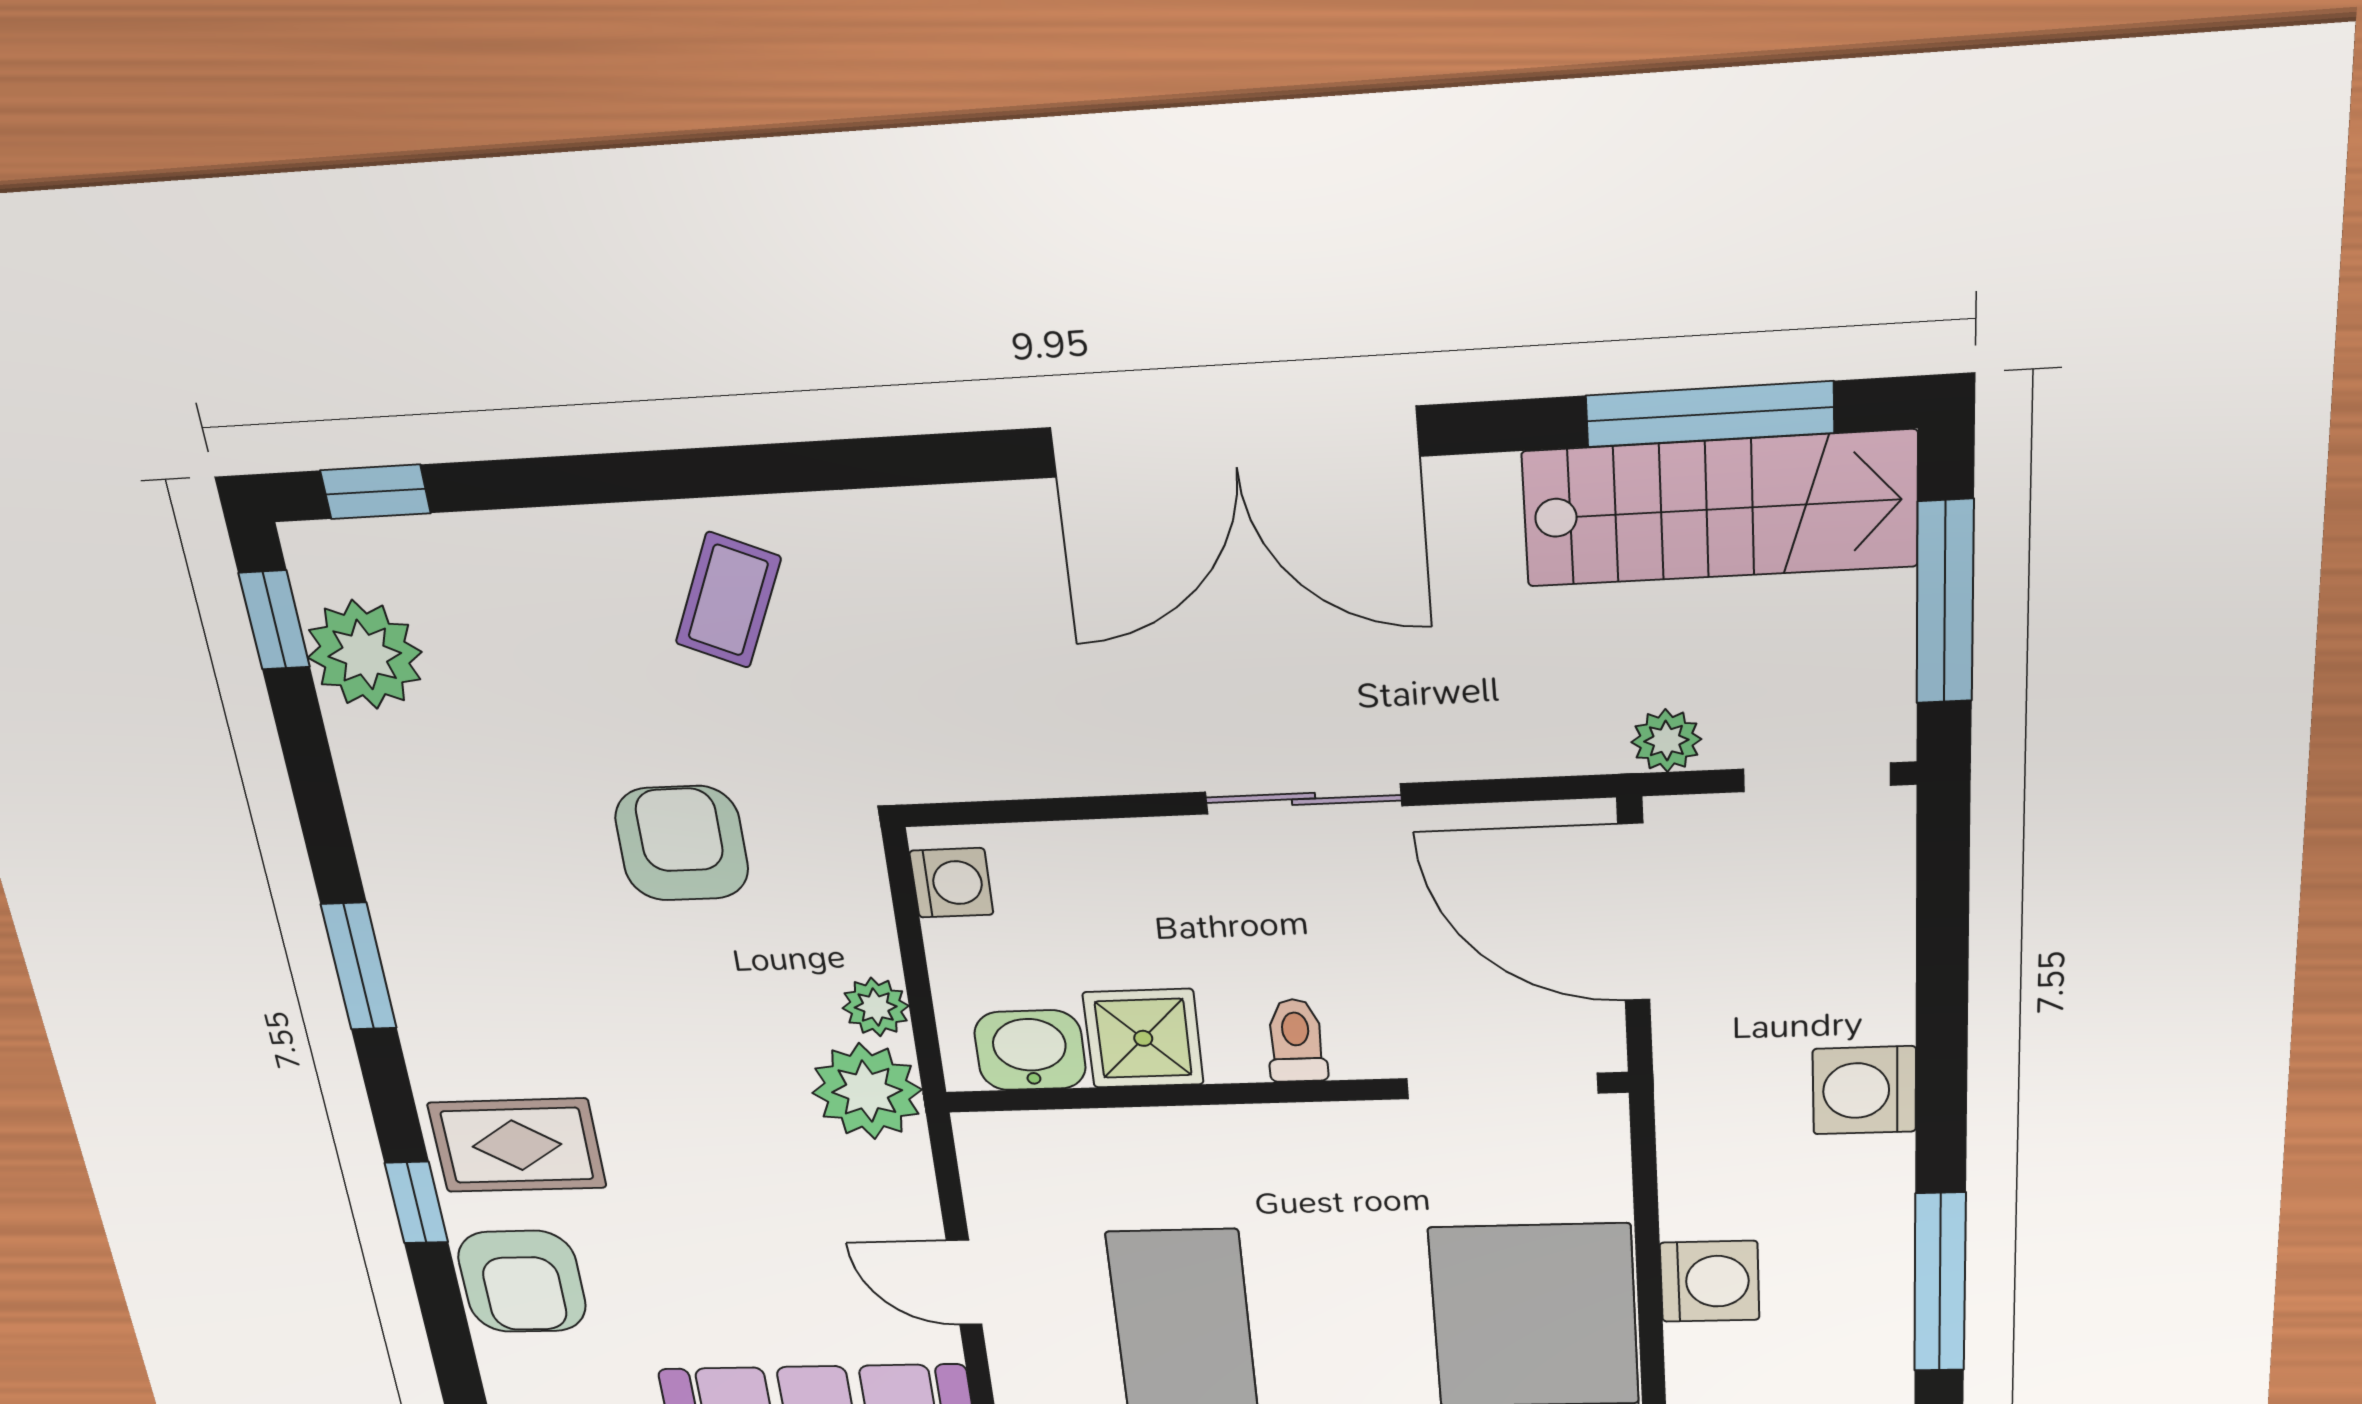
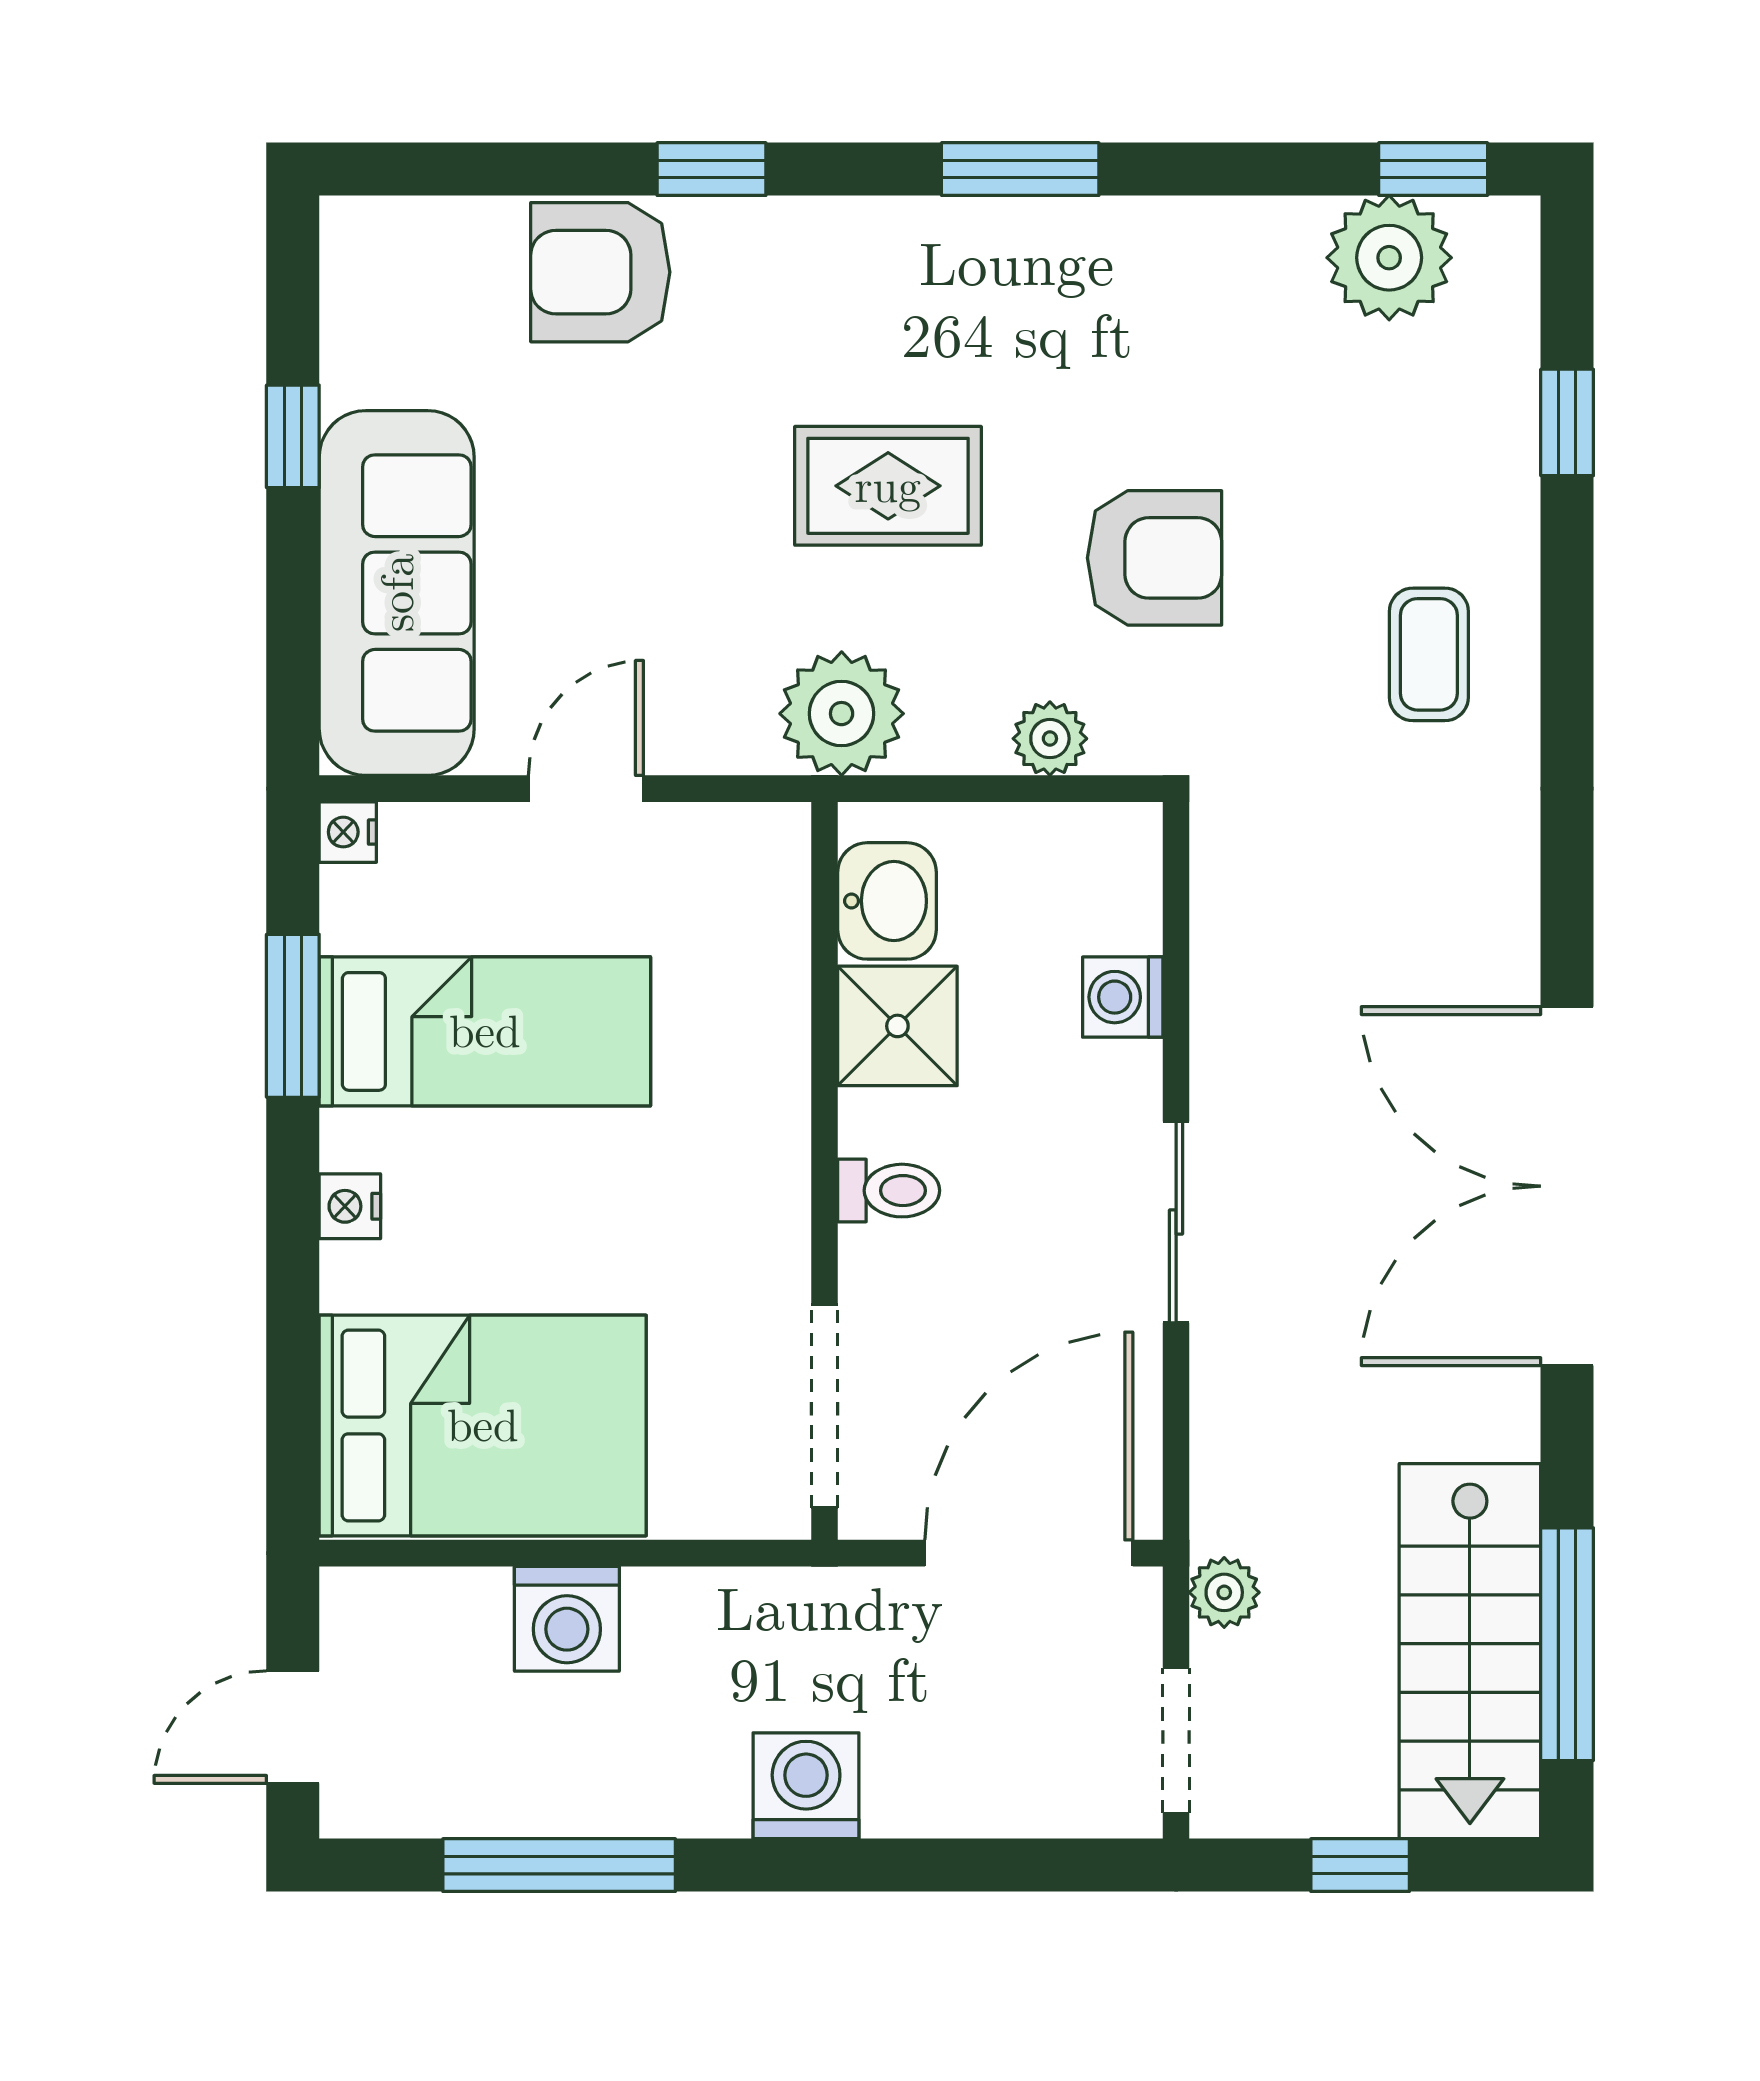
window: (375, 492) -> (1567, 422), moved
coffee table: (728, 600) -> (1429, 654), turned 66
window: (1945, 602) -> (1360, 1865), width x0.46
washing machine: (951, 883) -> (1123, 997), moved, turned 90
plant: (876, 1007) -> (1050, 739), moved
rug: (517, 1145) -> (888, 486), moved, turned 90

